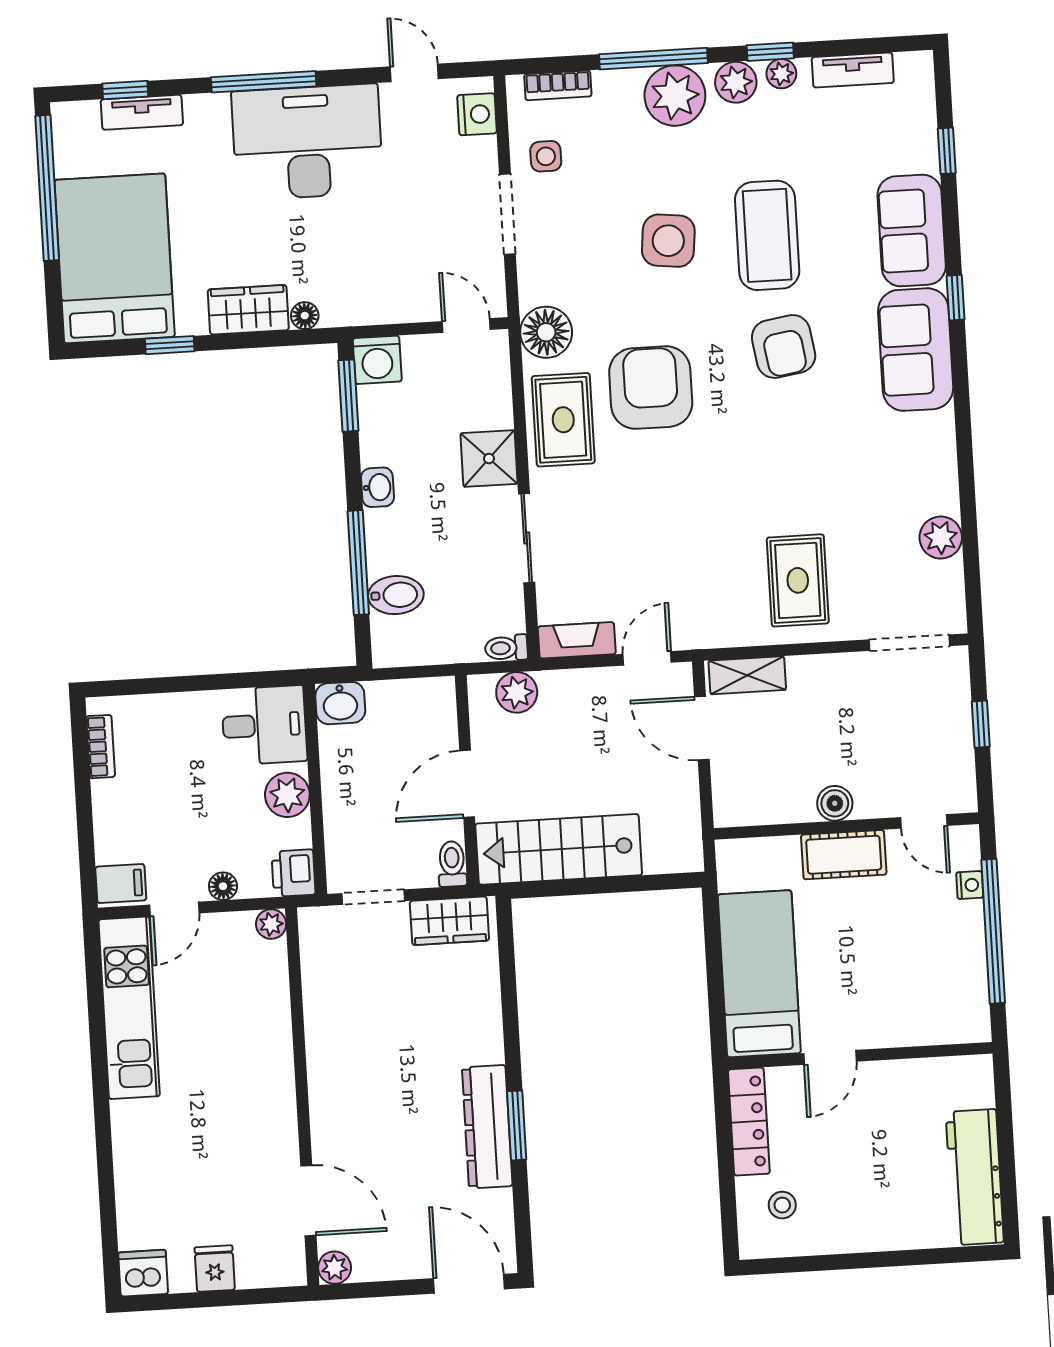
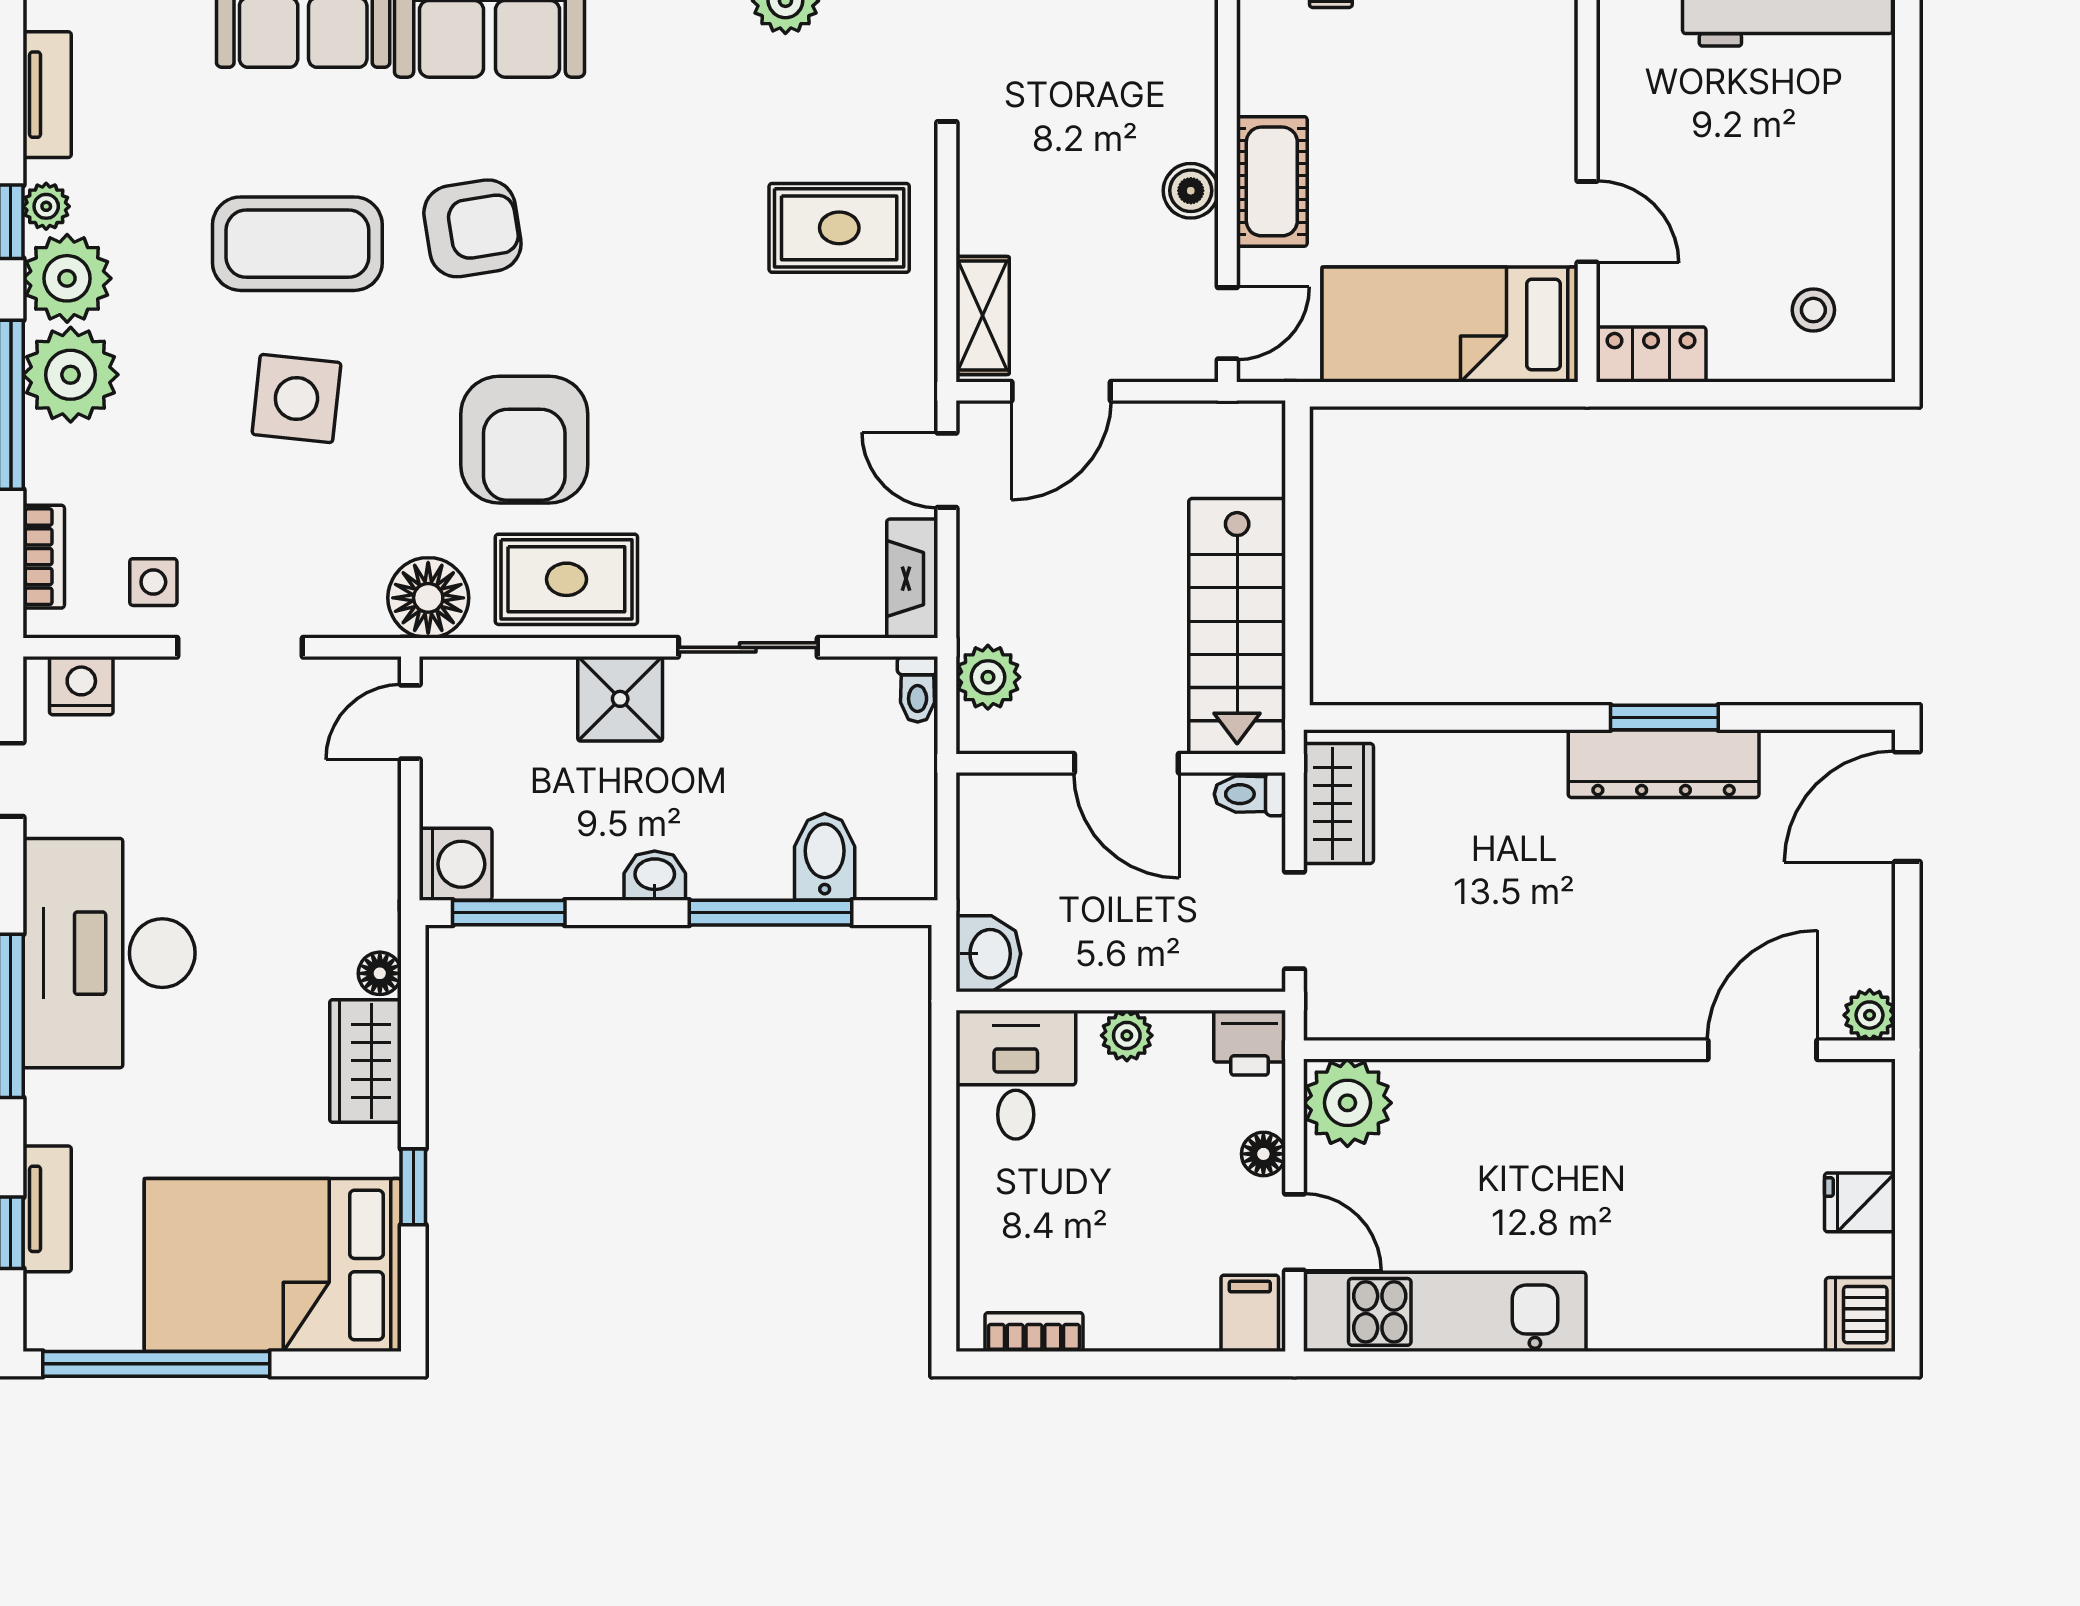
plant: (736, 82) -> (67, 278), width x1.36, depth x1.36
armchair: (651, 388) -> (524, 440), turned -90
plant: (287, 795) -> (1127, 1035), width x0.73, depth x0.73
door: (924, 821) -> (1227, 323), moved
plant: (271, 924) -> (1347, 1103), width x1.87, depth x1.87
locker: (749, 1122) -> (1651, 354), width x0.66

